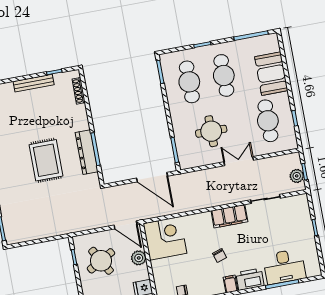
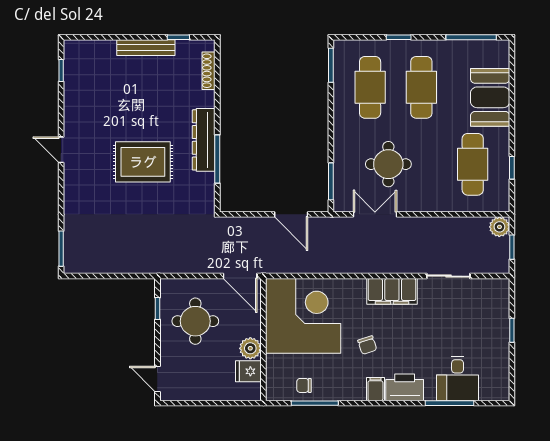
dresser: (87, 152) -> (204, 140), moved
rug: (46, 160) -> (143, 162), turned 90
double door: (239, 161) -> (375, 214), moved
plant: (297, 176) -> (499, 227), moved
door: (152, 177) -> (291, 214), width x0.73
corner desk: (165, 238) -> (303, 316), width x1.36, depth x1.36
plant: (139, 258) -> (250, 348), moved
round table: (101, 261) -> (195, 321), turned 30
desk: (284, 267) -> (458, 378), width x0.73

